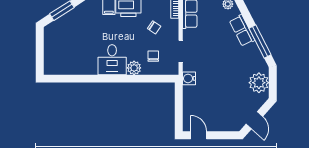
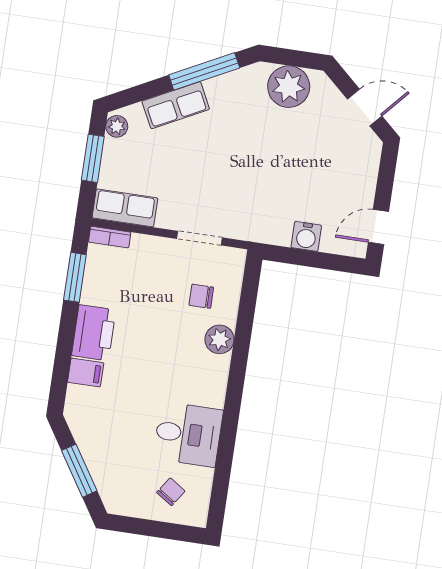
chair: (154, 27) -> (171, 492), moved
desk: (112, 60) -> (188, 434), moved
water cooler: (189, 78) -> (306, 236), moved

